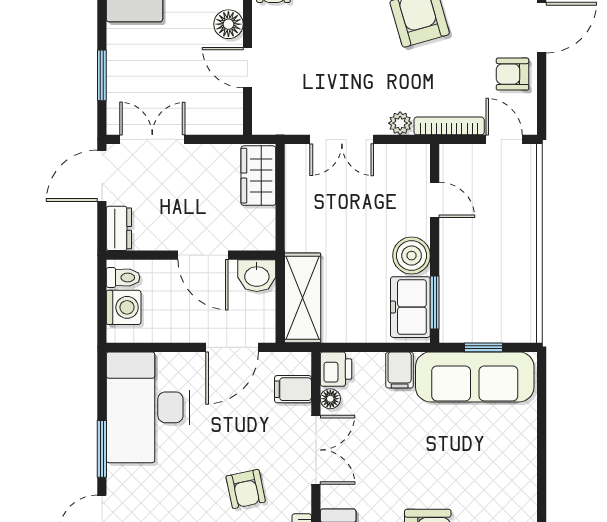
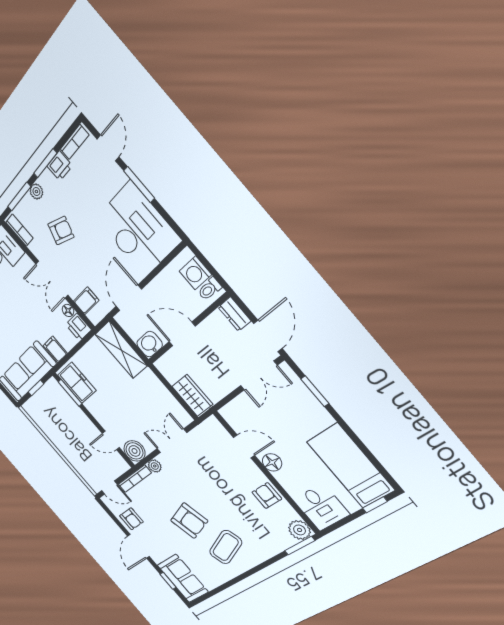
armchair: (513, 74) -> (131, 519), turned 90
boiler: (412, 256) -> (135, 451), moved
armchair: (246, 489) -> (61, 231), turned 122

